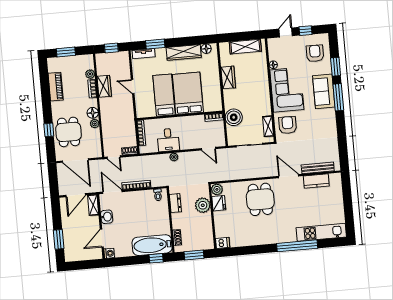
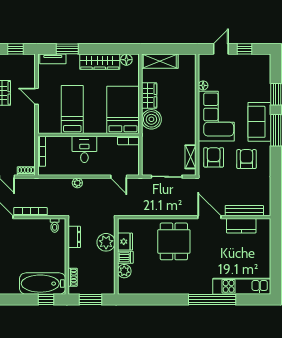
shelving: (245, 47) -> (160, 61), moved
armchair: (315, 53) -> (247, 159), moved
bed: (188, 93) -> (123, 110), moved
boiler: (234, 117) -> (151, 119), moved
desk: (168, 140) -> (84, 149), moved, turned 180
plant: (217, 189) -> (124, 271), moved
dishwasher: (223, 243) -> (125, 257), moved

